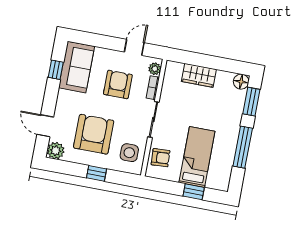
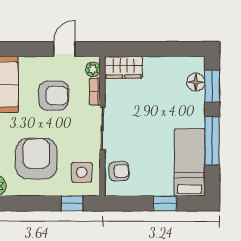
wardrobe: (199, 75) -> (124, 67), moved
floor lamp: (241, 82) -> (196, 82), moved
armchair: (118, 84) -> (54, 96), turned 90
bed: (197, 157) -> (190, 162), moved
window: (96, 173) -> (72, 203), moved

